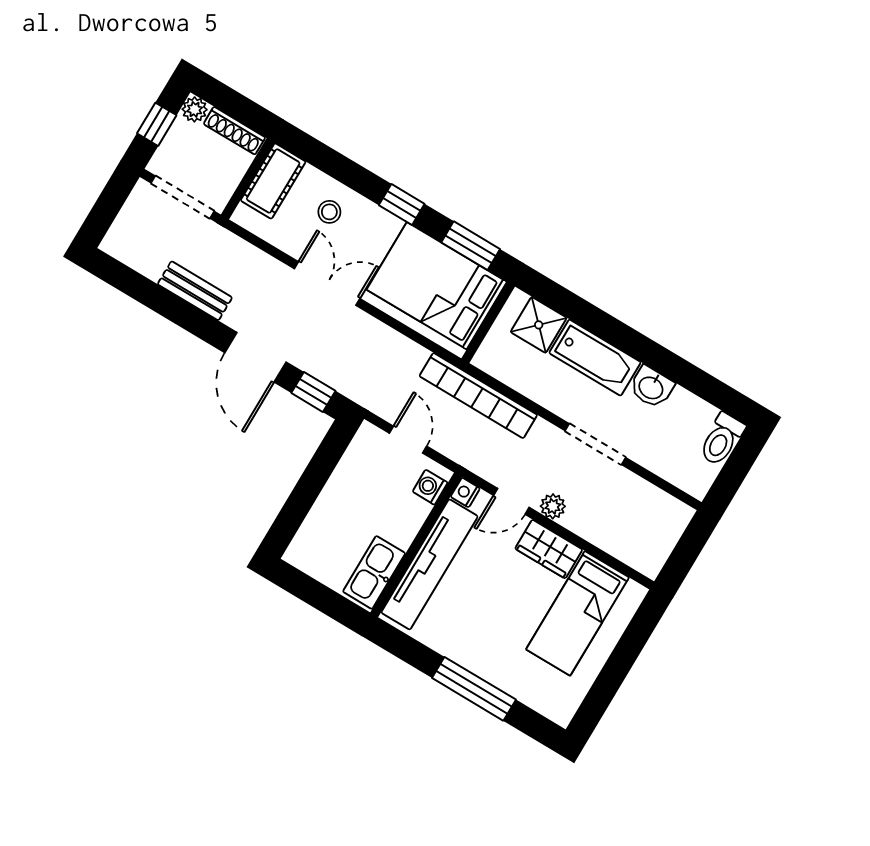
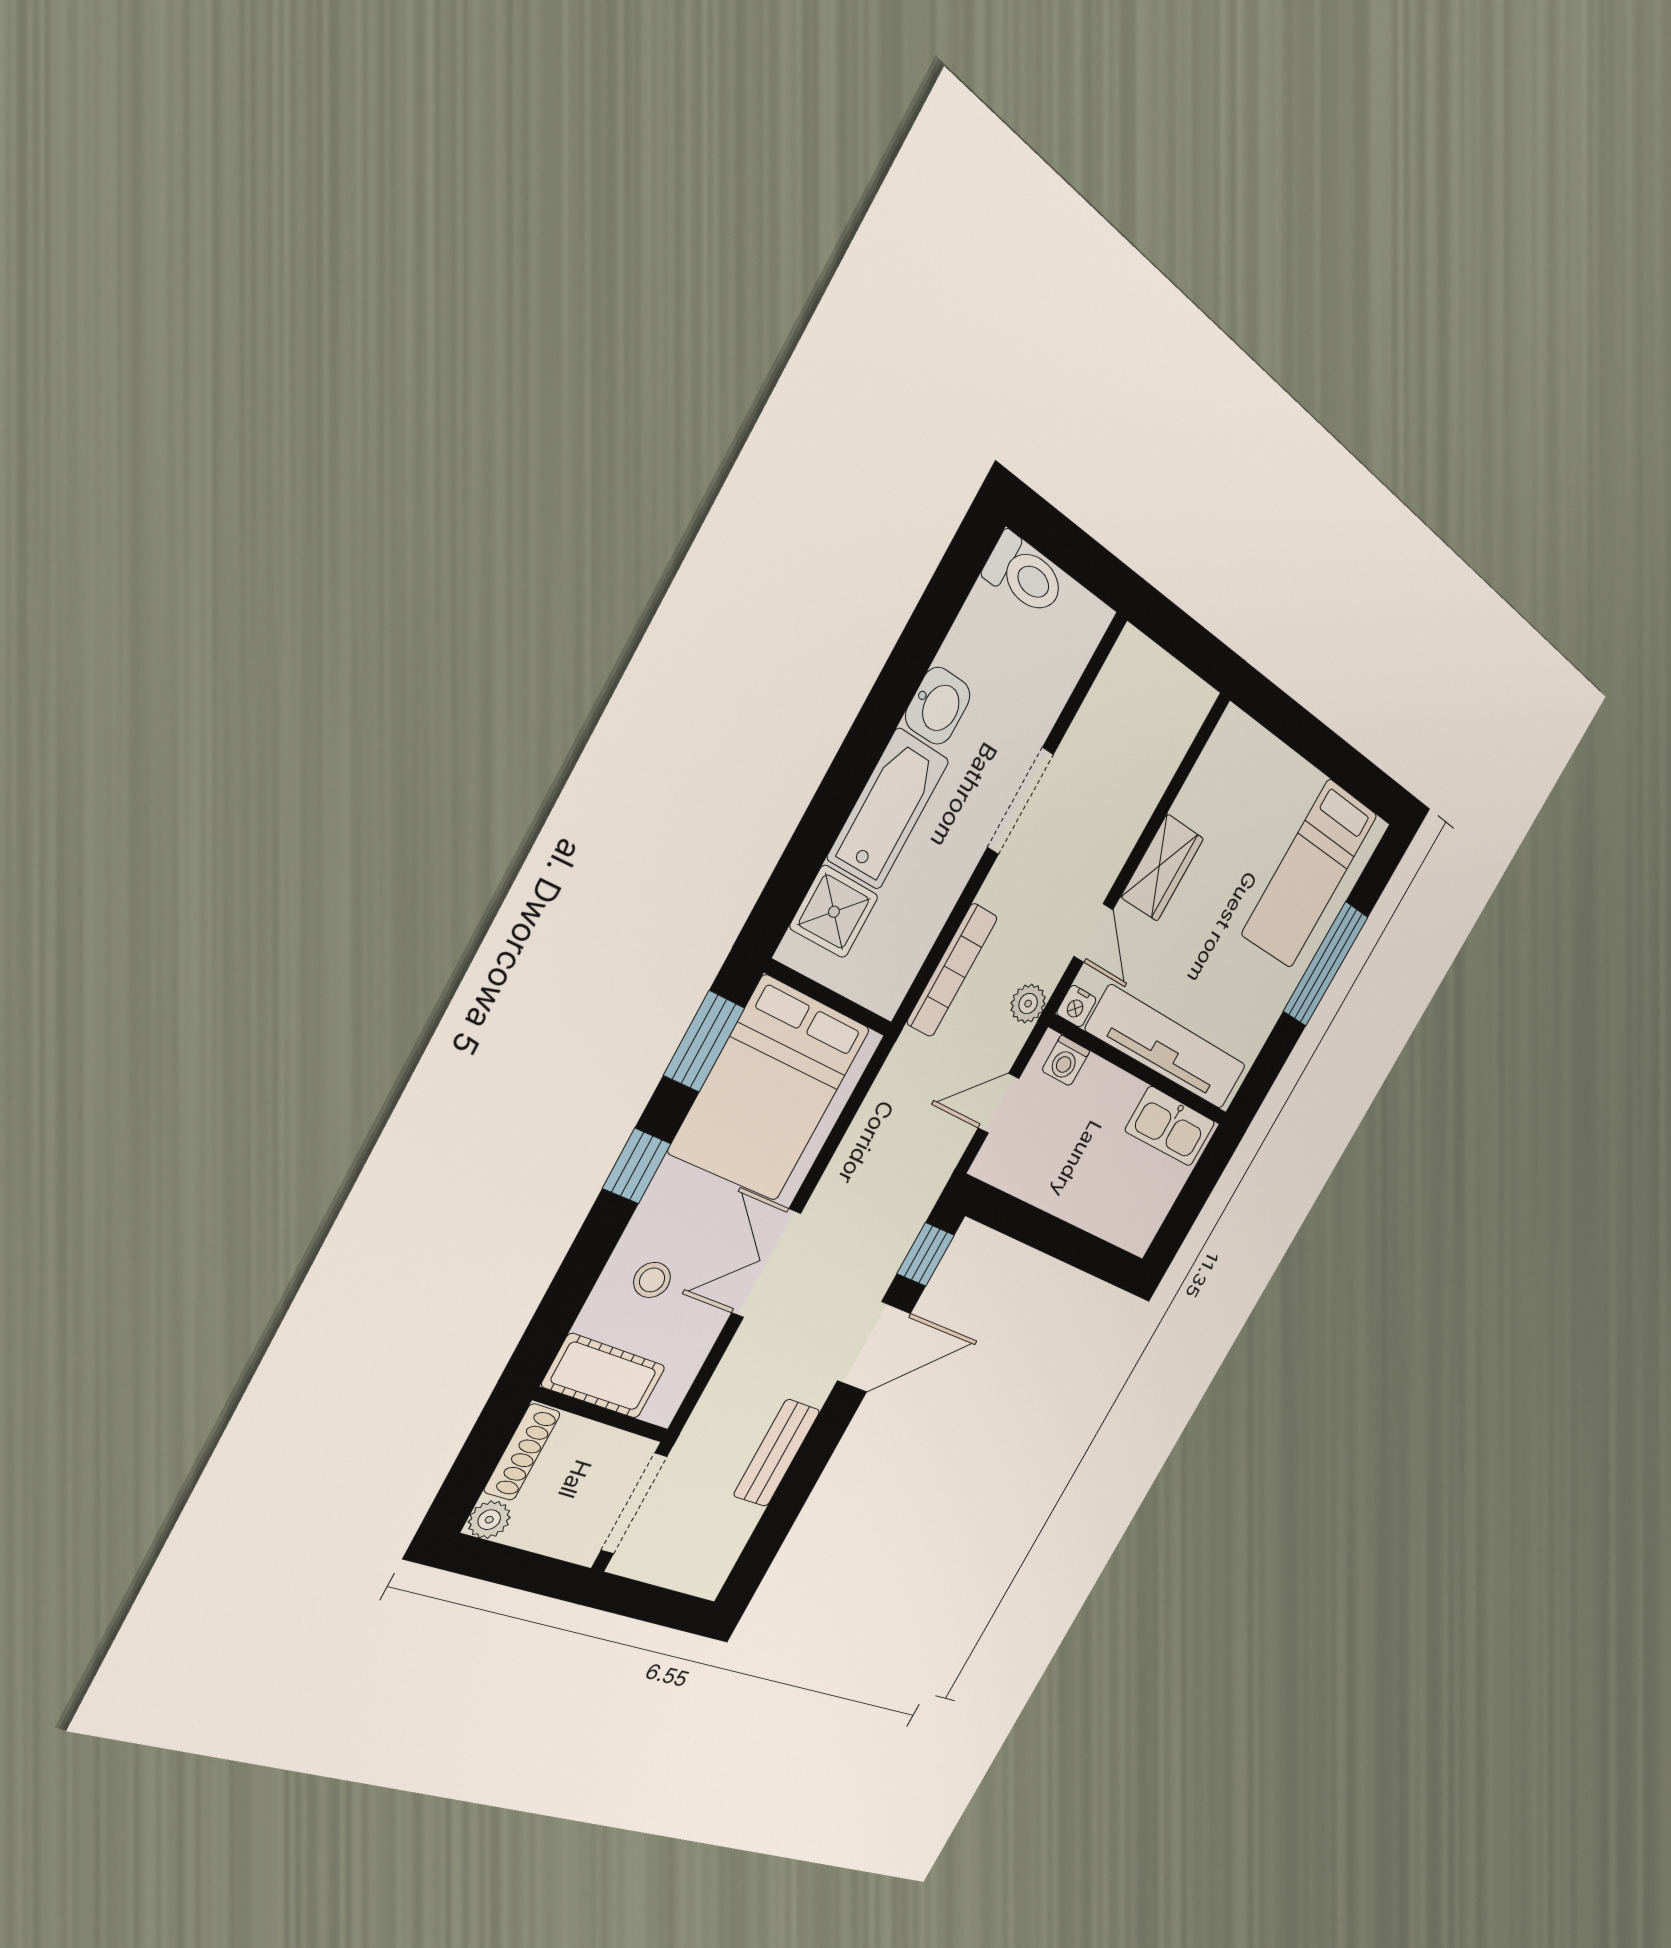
window: (157, 124) -> (518, 1569), removed
bookcase: (478, 396) -> (952, 970), width x0.68, depth x0.76
plant: (553, 506) -> (1028, 1004), moved
bed: (578, 613) -> (1309, 874), moved, turned 90

